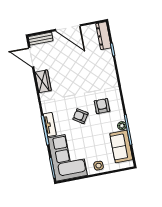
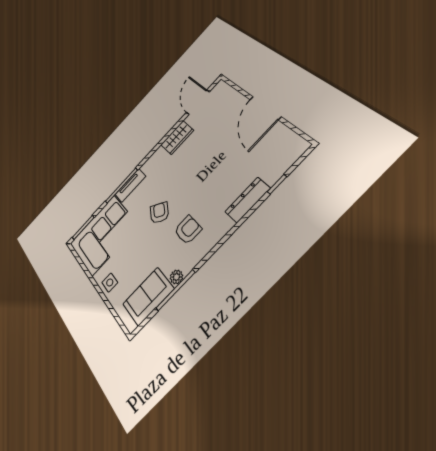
dresser: (103, 36) -> (248, 200), moved
bench: (41, 39) -> (228, 92), removed

